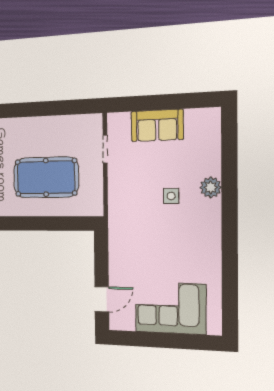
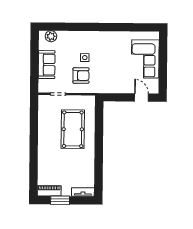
plant: (211, 187) -> (51, 36), moved
armchair: (138, 190) -> (81, 76), added

